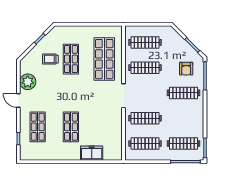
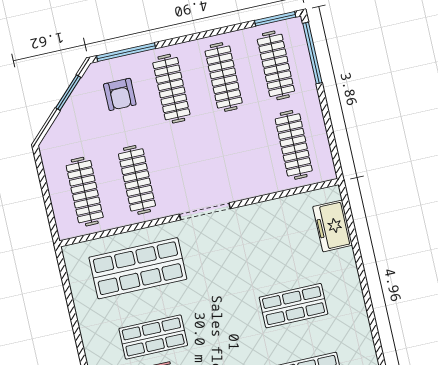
armchair: (186, 69) -> (120, 94), turned 90
clothes rail: (145, 118) -> (224, 77), moved
freezer: (92, 153) -> (333, 226), moved

